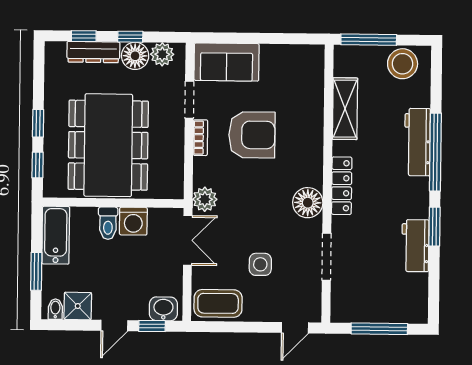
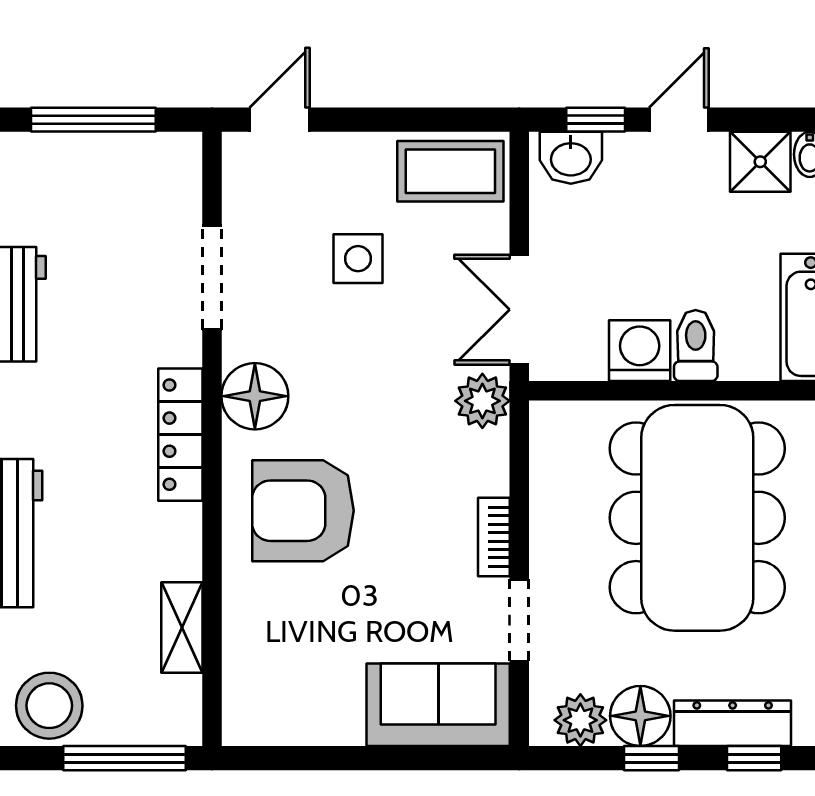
shelving: (345, 109) -> (182, 628), width x0.67, depth x0.75
armchair: (252, 135) -> (303, 511), moved

